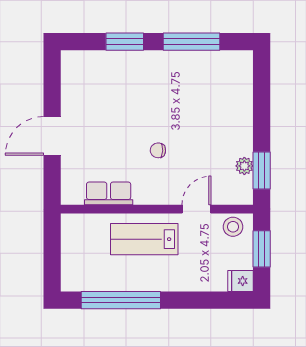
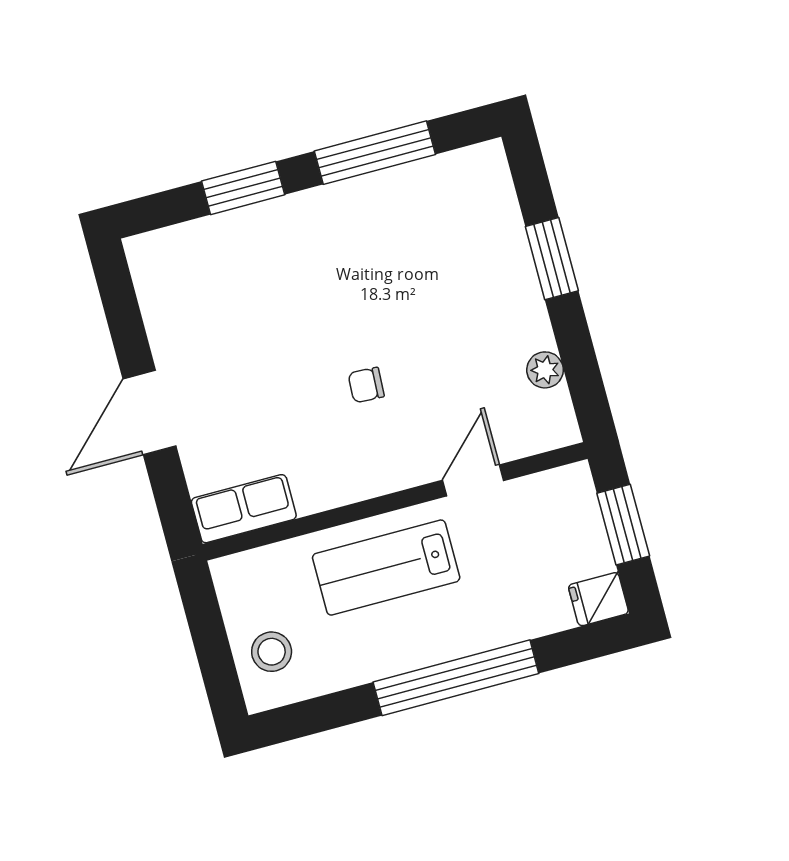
window: (262, 171) -> (552, 259), moved
row of seats: (109, 193) -> (244, 509), moved
stool: (233, 227) -> (272, 652), moved
window: (121, 300) -> (456, 678), moved

